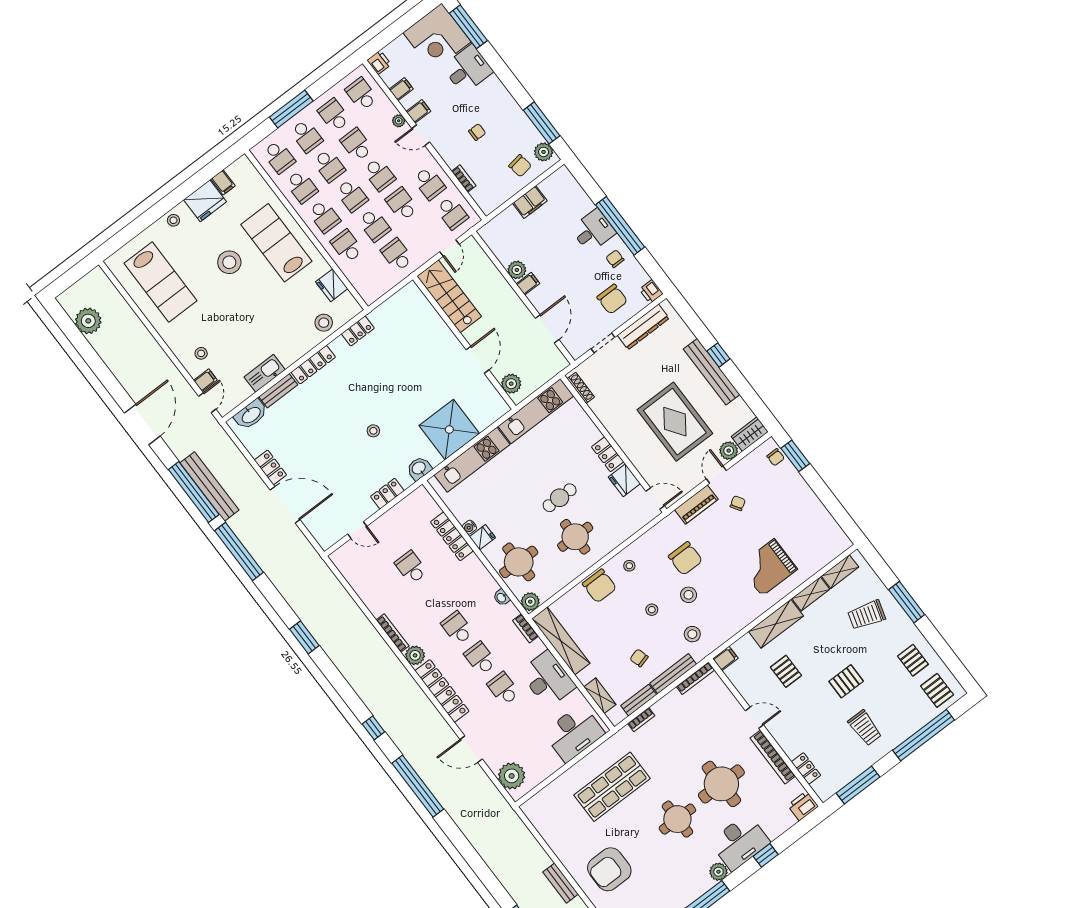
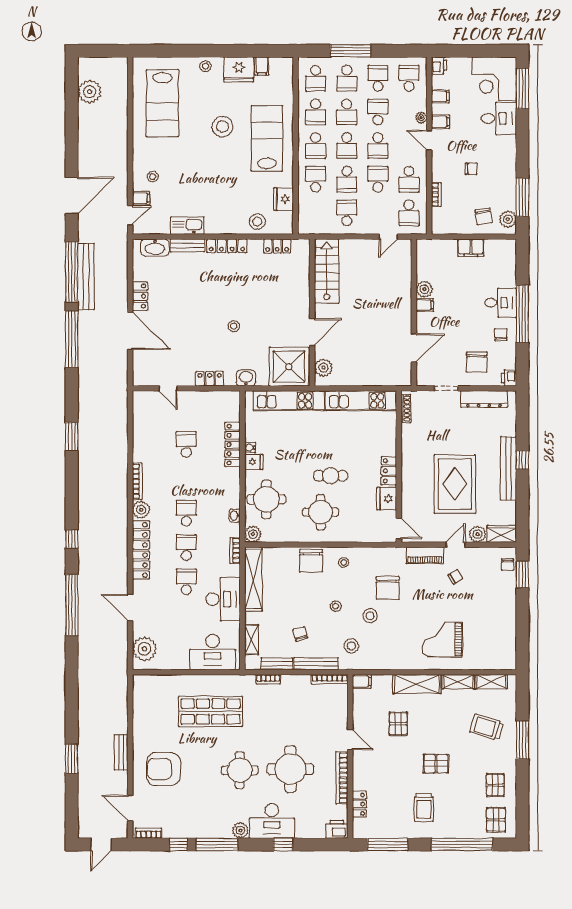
stairs: (449, 296) -> (327, 271), moved
wall: (464, 343) -> (312, 313), moved
door: (477, 360) -> (312, 332), moved
plant: (511, 384) -> (323, 368), moved

